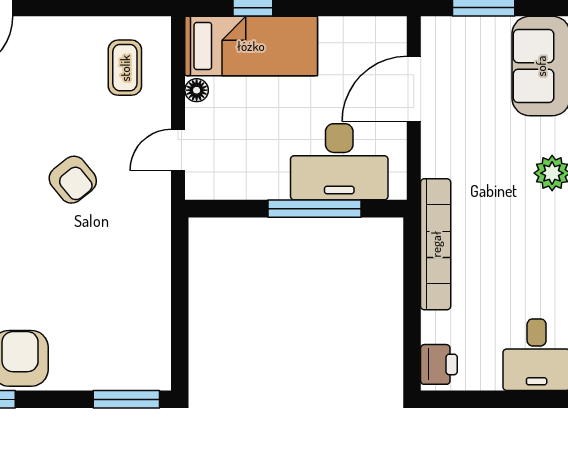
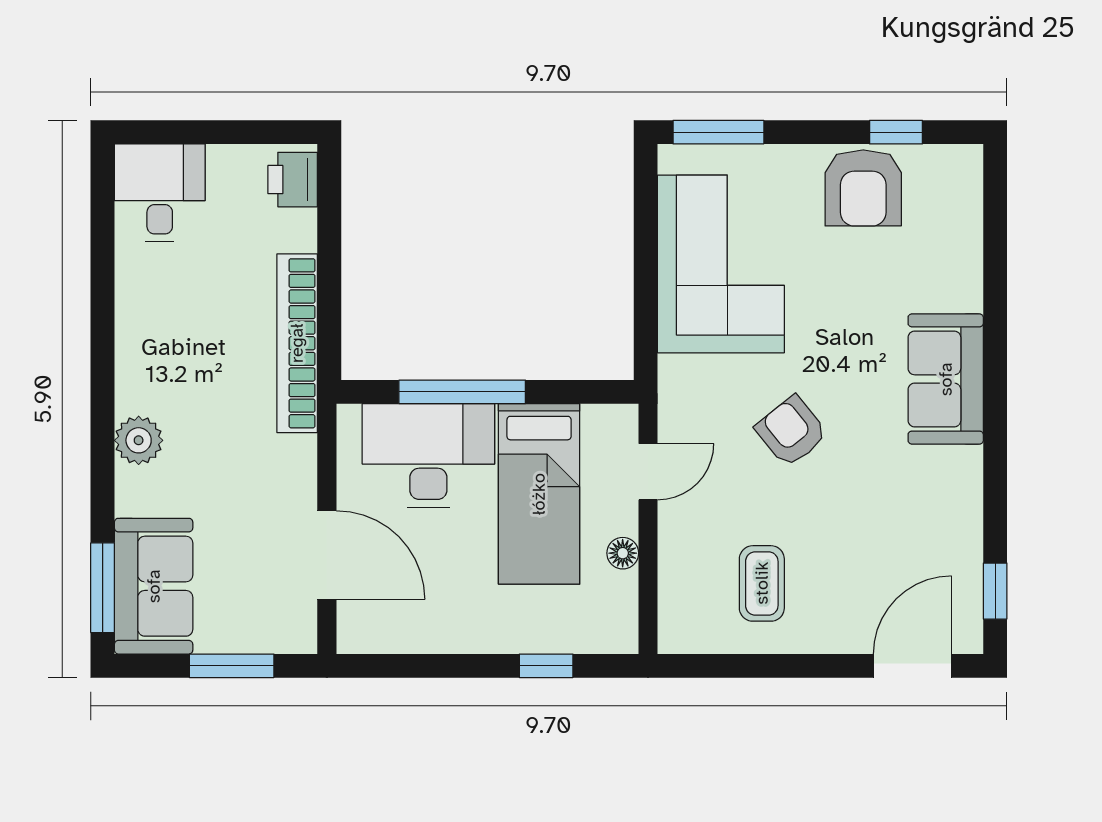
bed: (251, 46) -> (539, 494), moved, turned -90
coffee table: (125, 68) -> (762, 583), moved
door: (414, 89) -> (327, 555), hinge flipped
corner sofa: (125, 302) -> (721, 264), added

